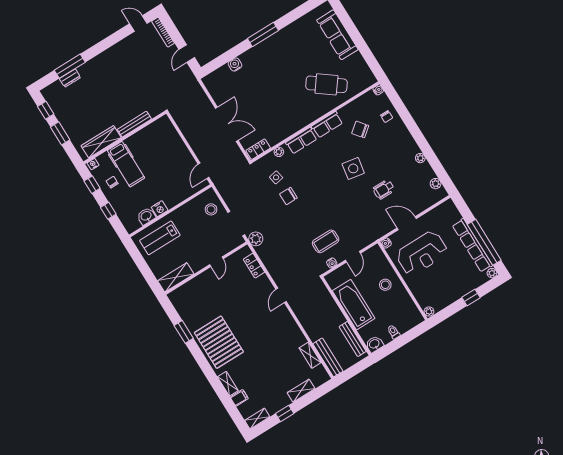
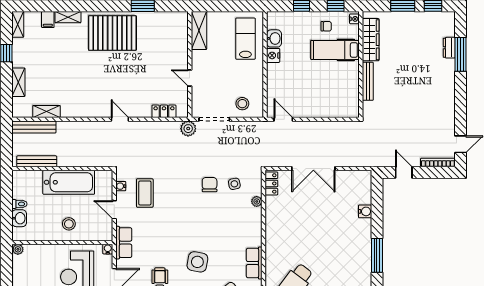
row of seats: (301, 141) -> (124, 243), moved, turned 180
washbasin: (374, 344) -> (19, 218), moved

